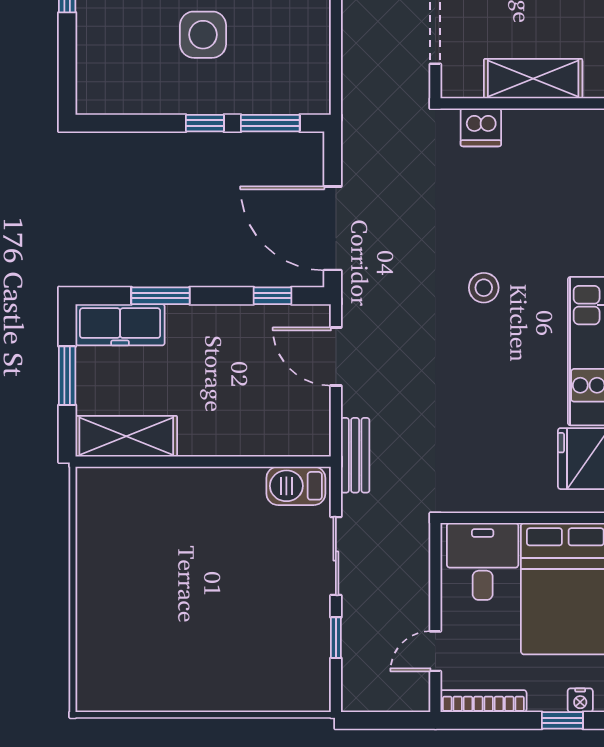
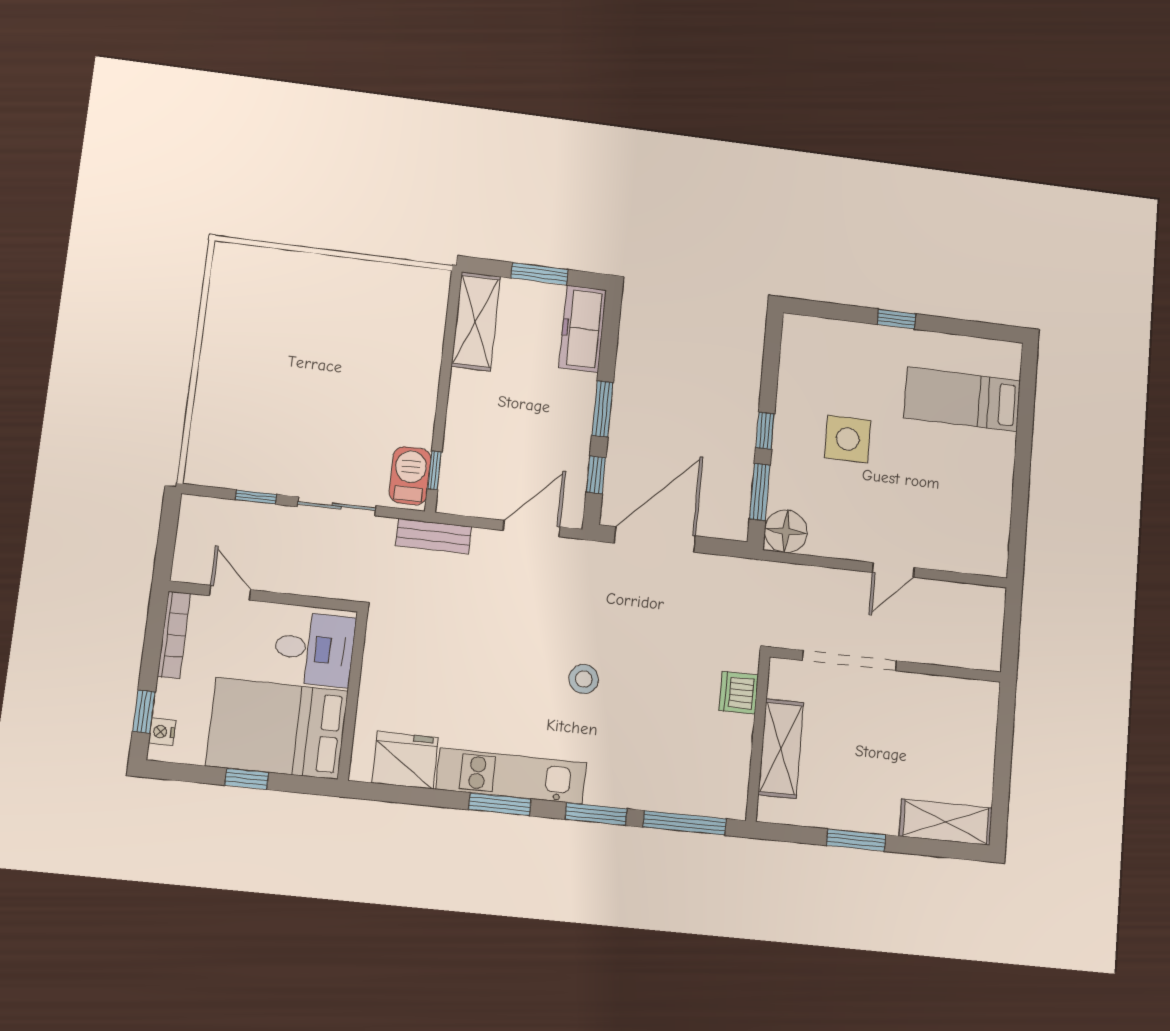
floor lamp: (308, 92) -> (786, 531), added
window: (160, 296) -> (603, 409), moved
window: (288, 462) -> (435, 470), added

